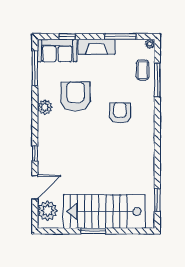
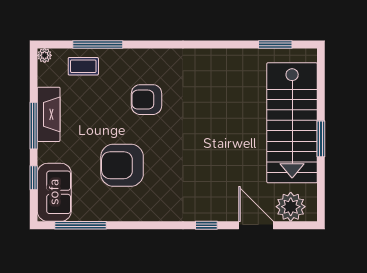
window: (121, 36) -> (34, 126), moved
fireplace: (96, 47) -> (49, 114), moved
plant: (45, 107) -> (138, 211), removed

